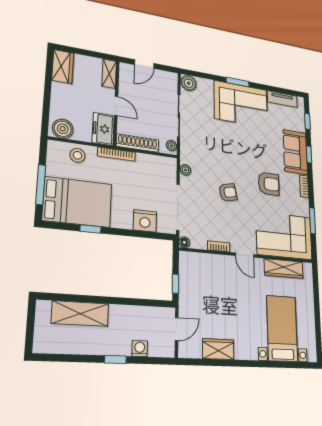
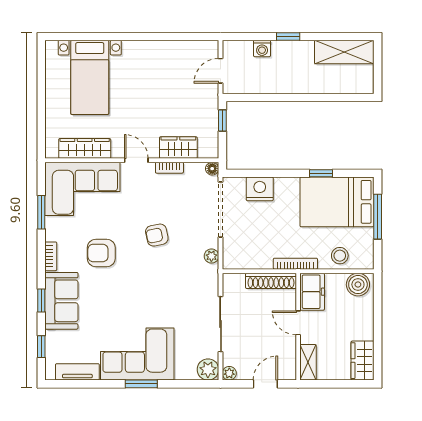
plant: (171, 146) -> (229, 373), moved
shelving: (80, 314) -> (344, 52), moved
wardrobe: (218, 349) -> (178, 148), moved, turned 180

